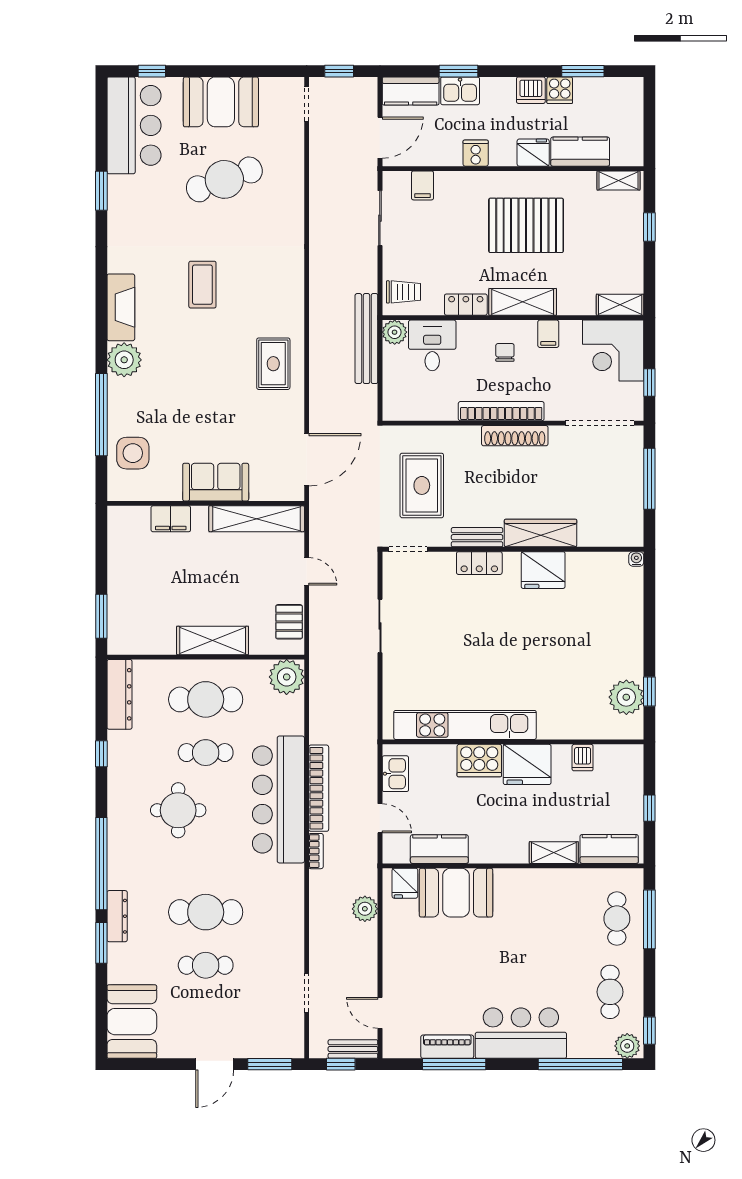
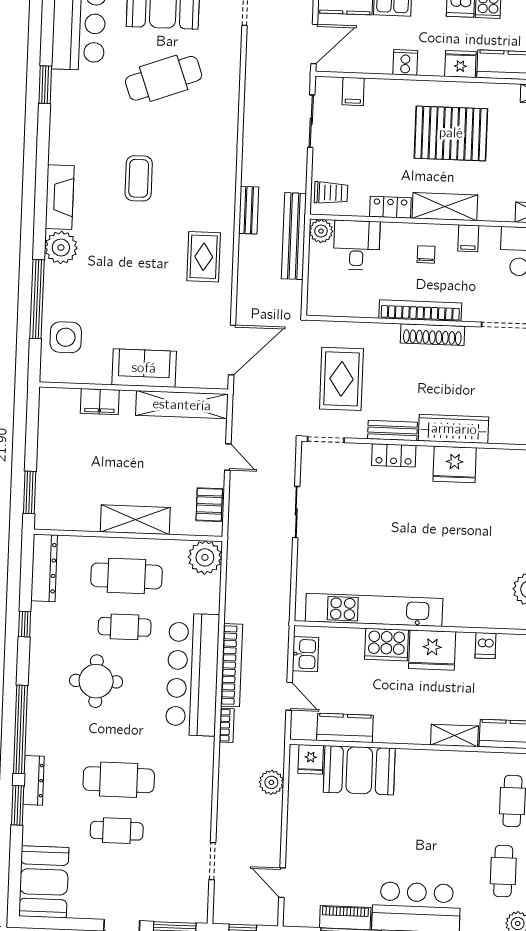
bench: (353, 1049) -> (249, 210), moved, turned 90

